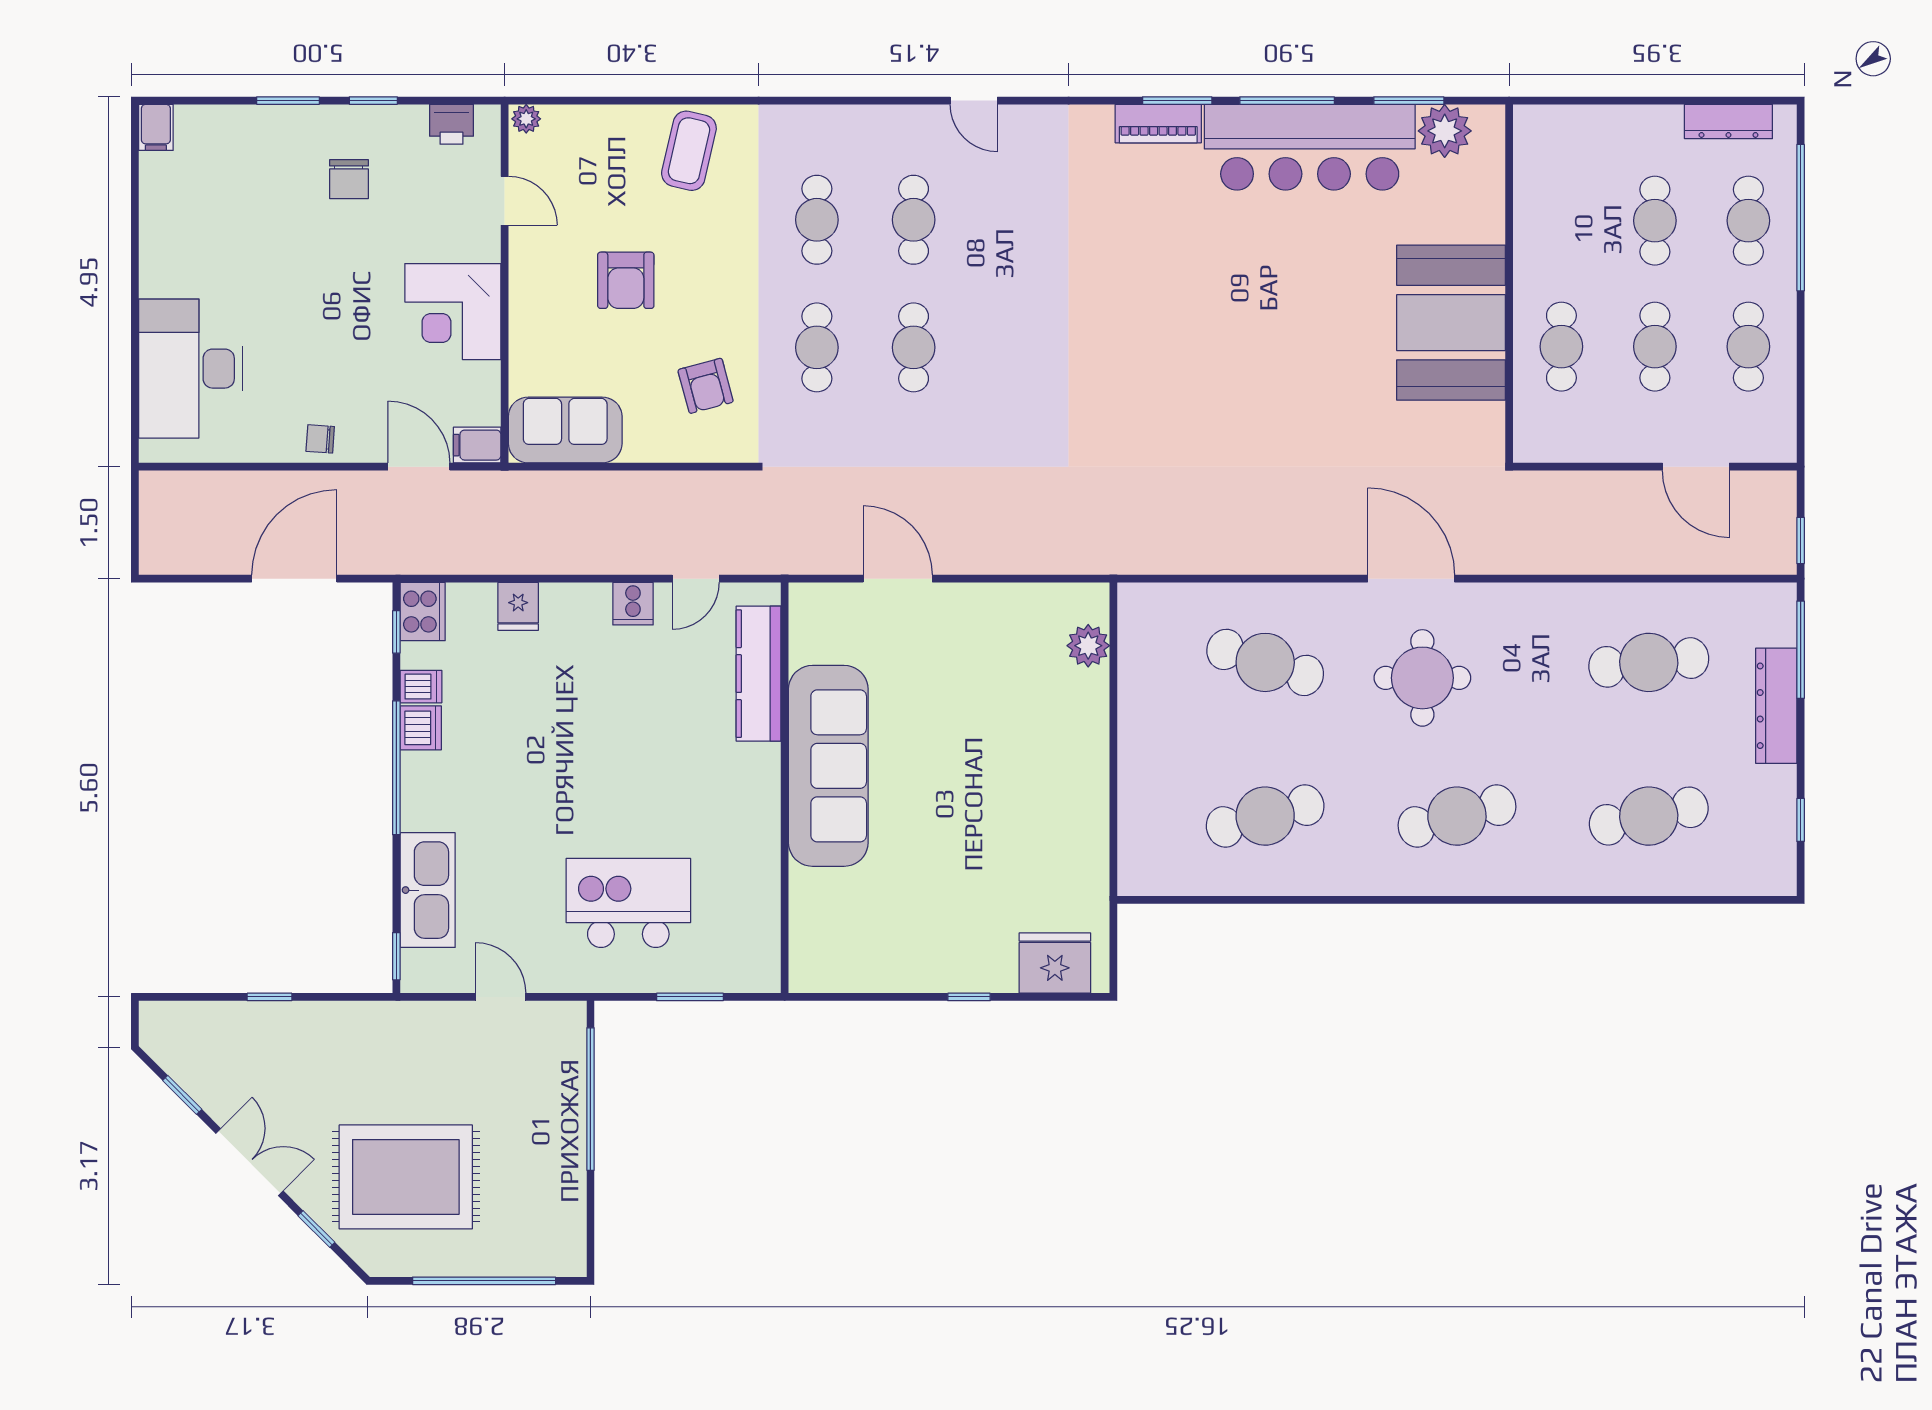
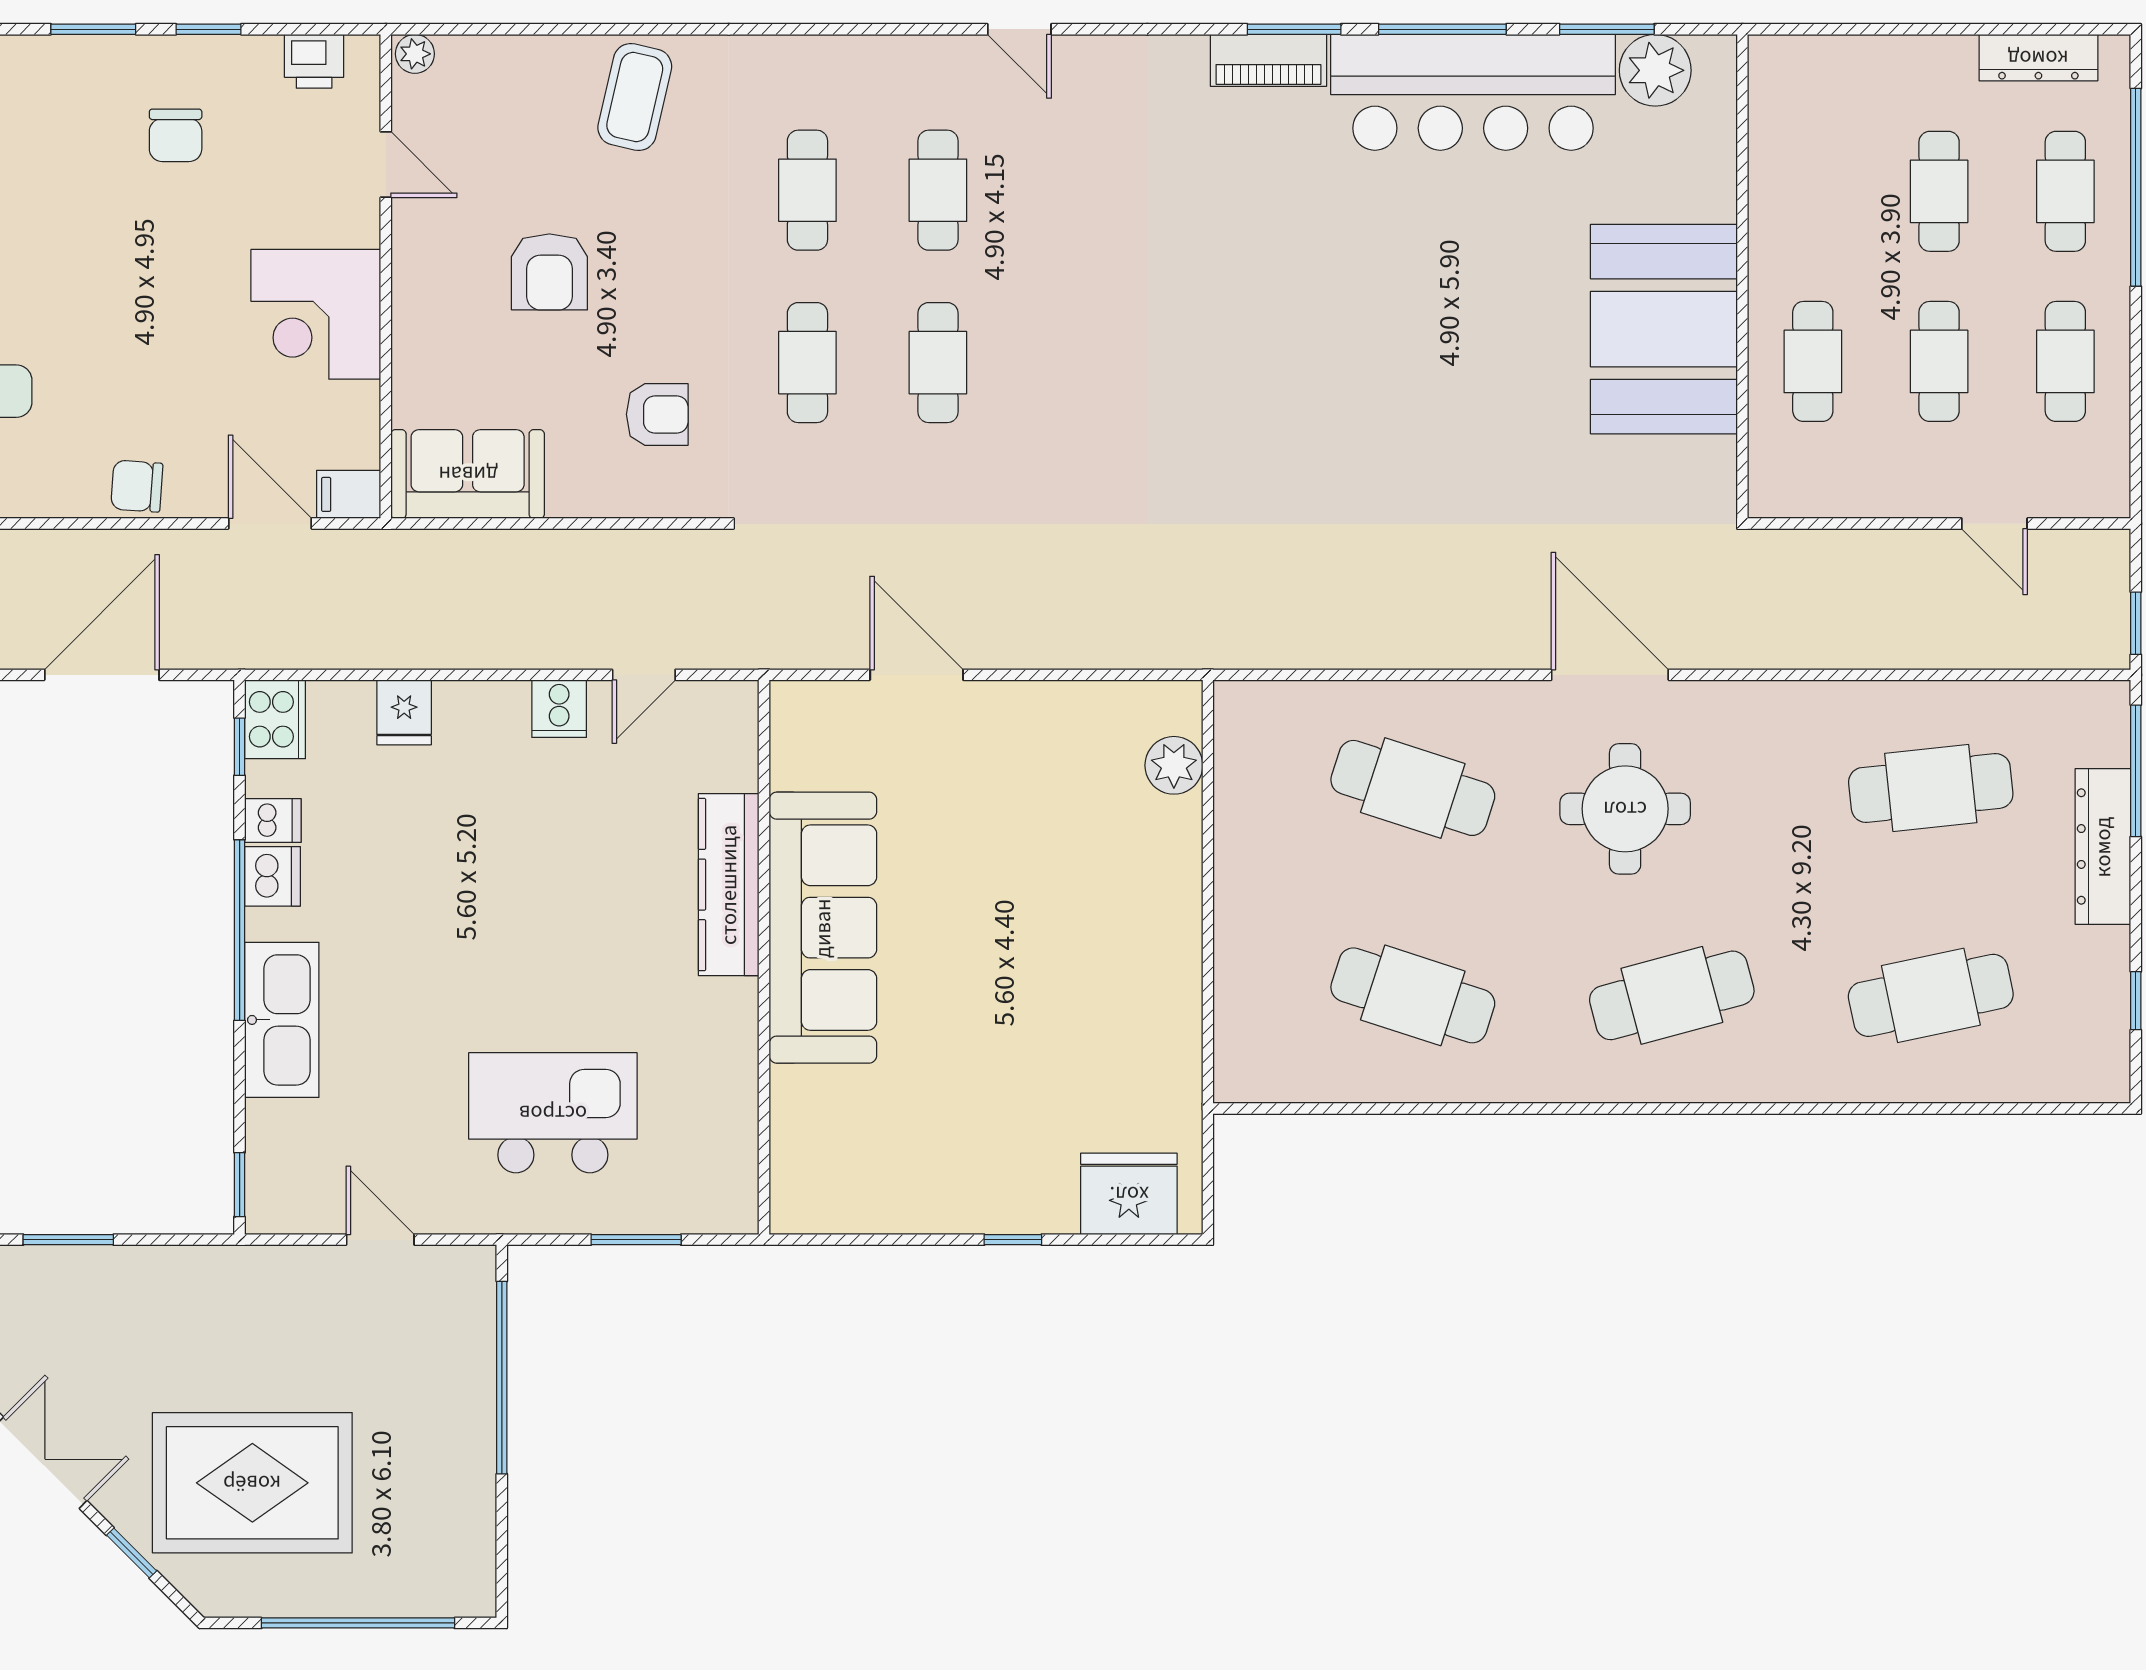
armchair: (706, 386) -> (657, 414), turned -75
chair: (320, 439) -> (137, 486), width x1.37, depth x1.37
door: (1696, 467) -> (1994, 524), width x0.73
kitchen counter: (758, 674) -> (729, 885), moved
cafe table: (1265, 816) -> (1413, 995), turned 33
kitchen sink: (428, 890) -> (282, 1020), moved
window: (270, 997) -> (68, 1240), width x1.50

